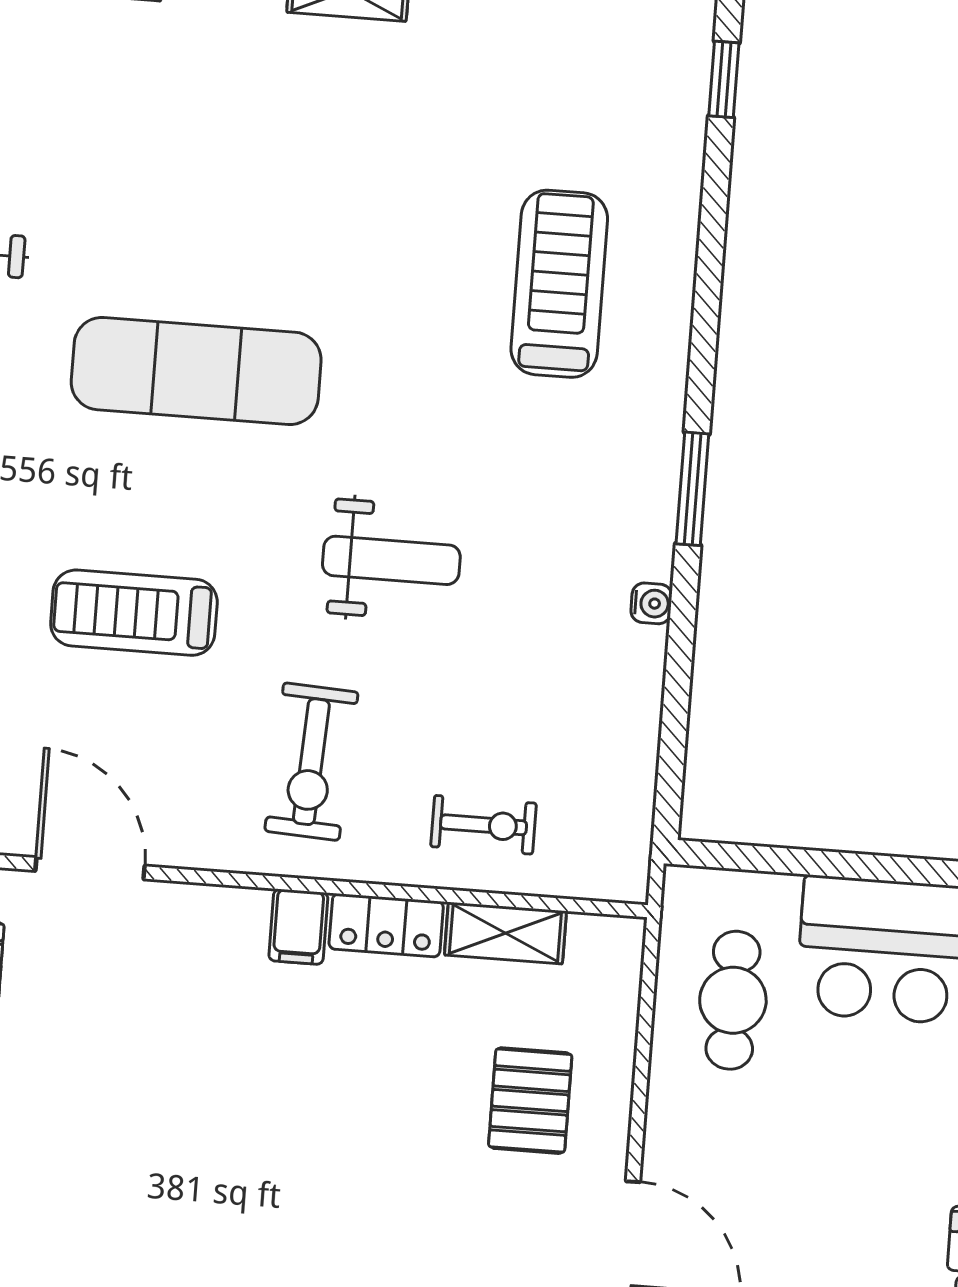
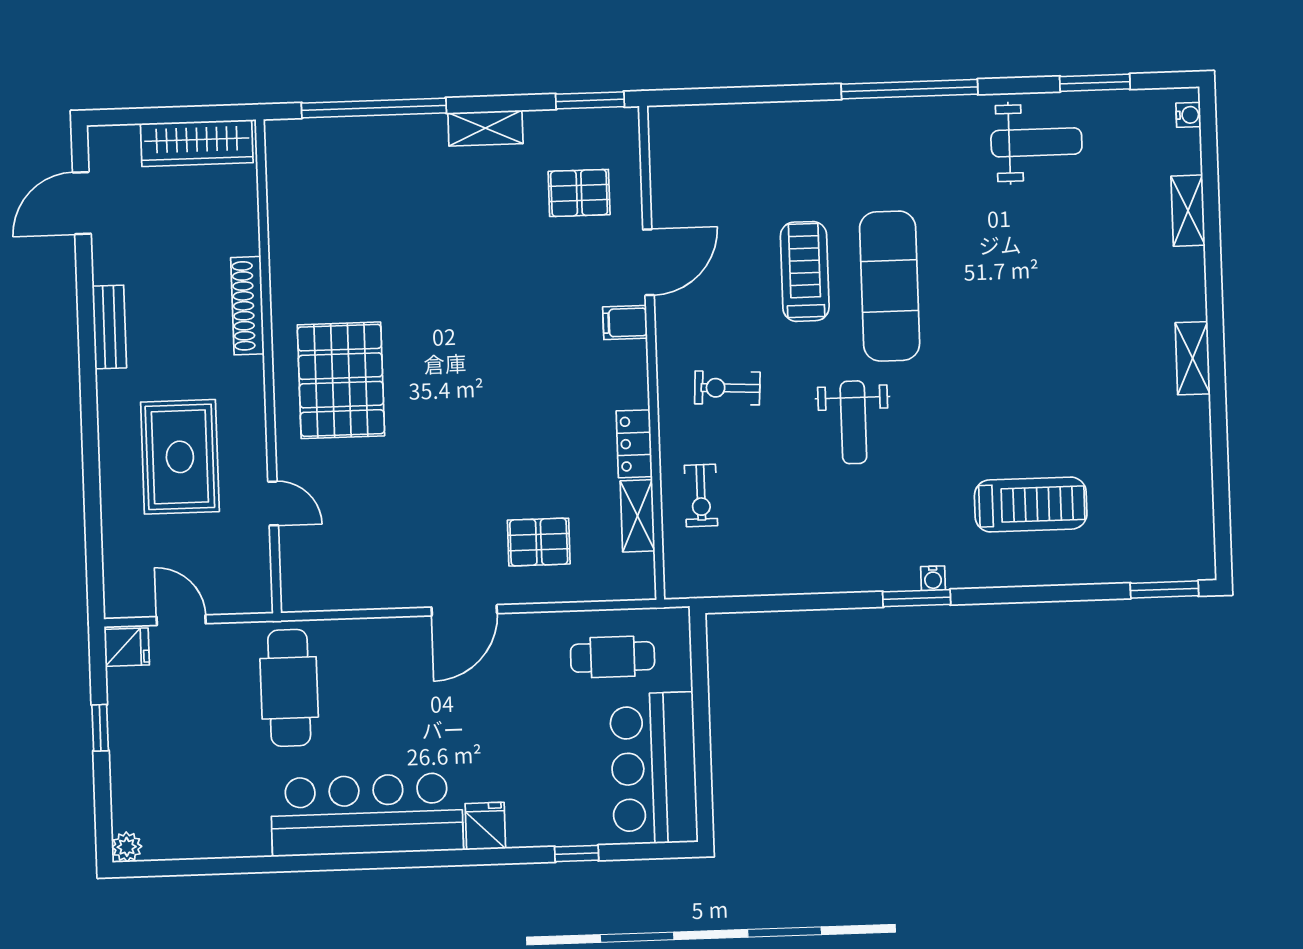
window: (724, 79) -> (1164, 590), width x1.50
exercise mat: (196, 371) -> (890, 286), moved
water cooler: (651, 603) -> (933, 578), moved
exercise bike: (311, 762) -> (727, 388), width x0.73, depth x0.72
filing cabinet: (298, 927) -> (625, 323), moved

